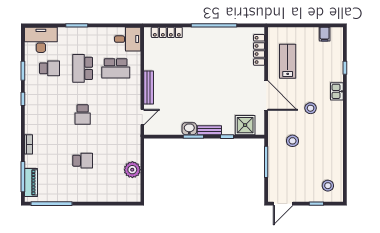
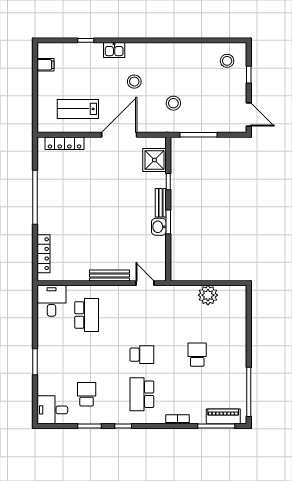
desk: (41, 40) -> (52, 410), width x0.73
school desk: (83, 68) -> (142, 394), moved, turned 90

